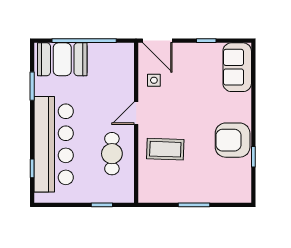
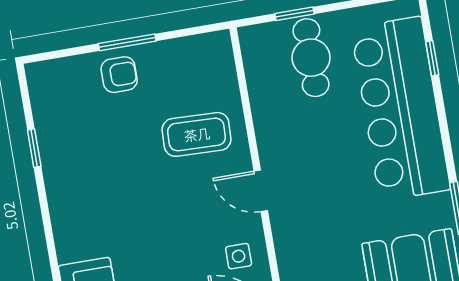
door: (136, 113) -> (261, 191), swing flipped
armchair: (233, 140) -> (119, 75), moved, width x0.53, depth x0.53
cafe table: (112, 154) -> (311, 58), moved

